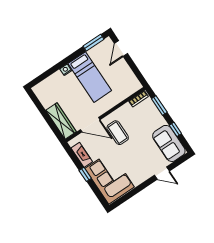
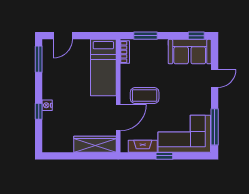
door: (121, 48) -> (63, 36), hinge flipped
window: (58, 67) -> (39, 111), added
bed: (90, 77) -> (103, 68), moved, turned 90
window: (175, 129) -> (196, 36), moved
window: (128, 196) -> (215, 127), added

